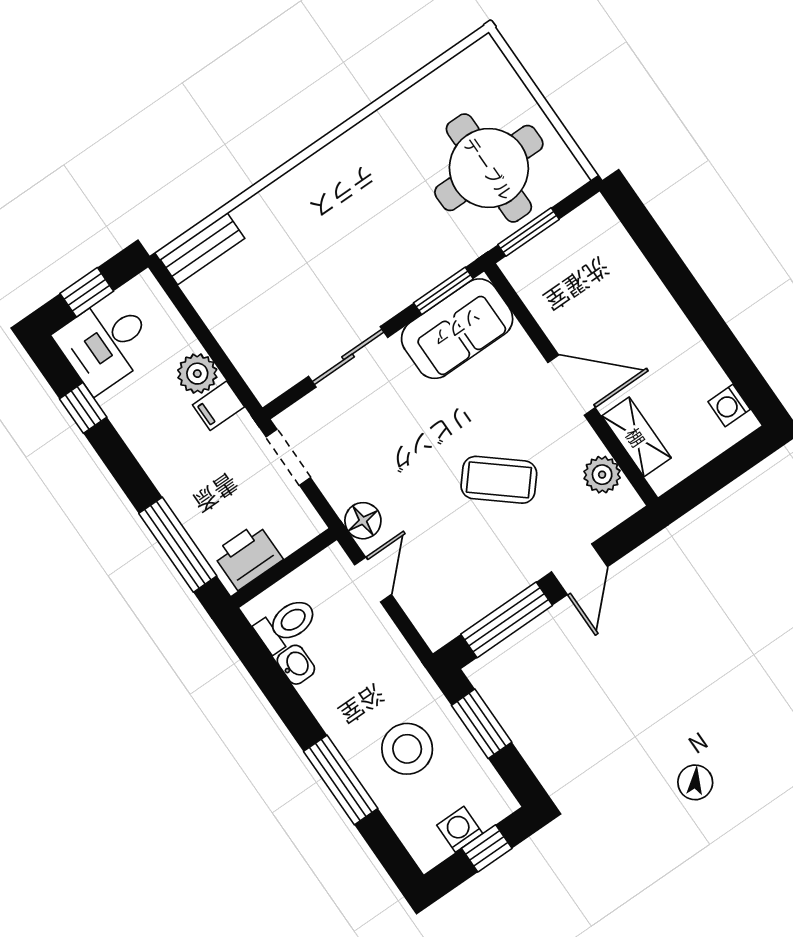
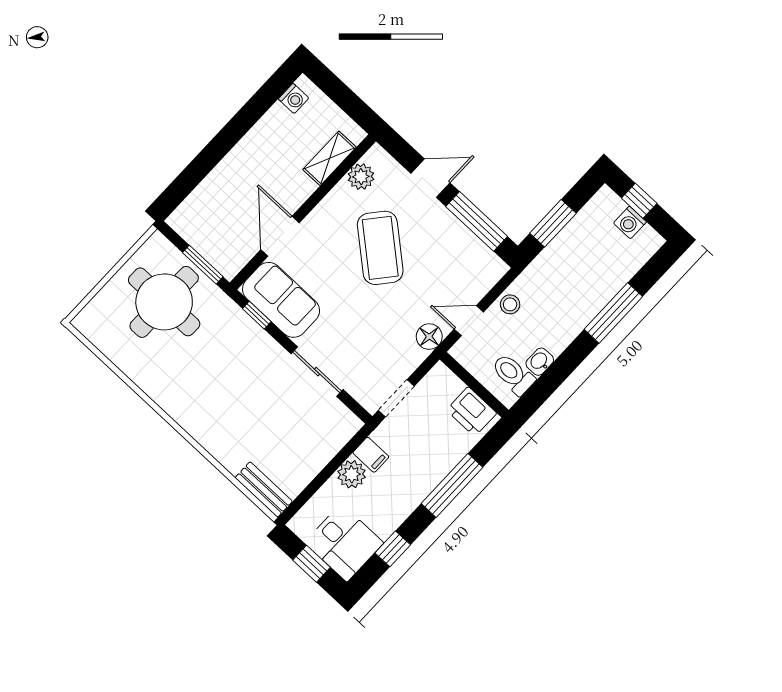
window: (443, 291) -> (257, 315), width x0.67
door: (571, 385) -> (280, 236), moved
coffee table: (499, 480) -> (380, 248), width x1.36, depth x1.32
window: (178, 545) -> (452, 485), moved
stool: (407, 749) -> (510, 304), moved, width x0.53, depth x0.53

